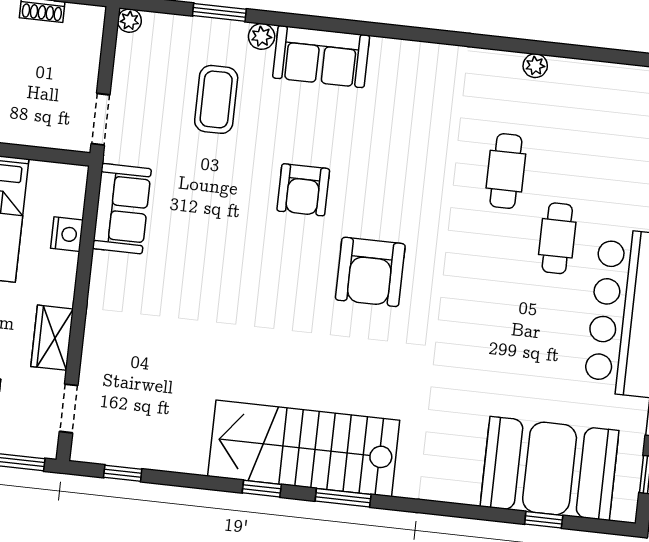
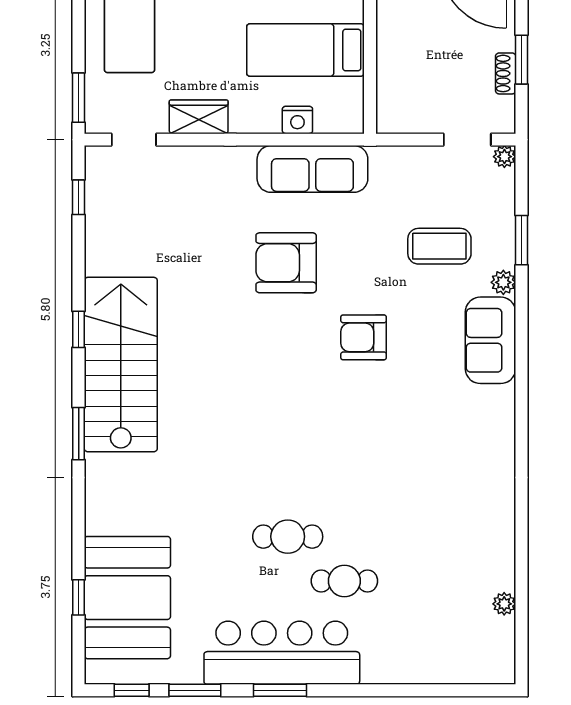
plant: (535, 66) -> (504, 604), moved
doorway: (100, 119) -> (467, 140), moved
cafe table: (506, 171) -> (288, 537), moved
sofa: (122, 209) -> (312, 169), width x1.36
armchair: (370, 272) -> (286, 263), moved
window: (343, 498) -> (79, 434), moved

